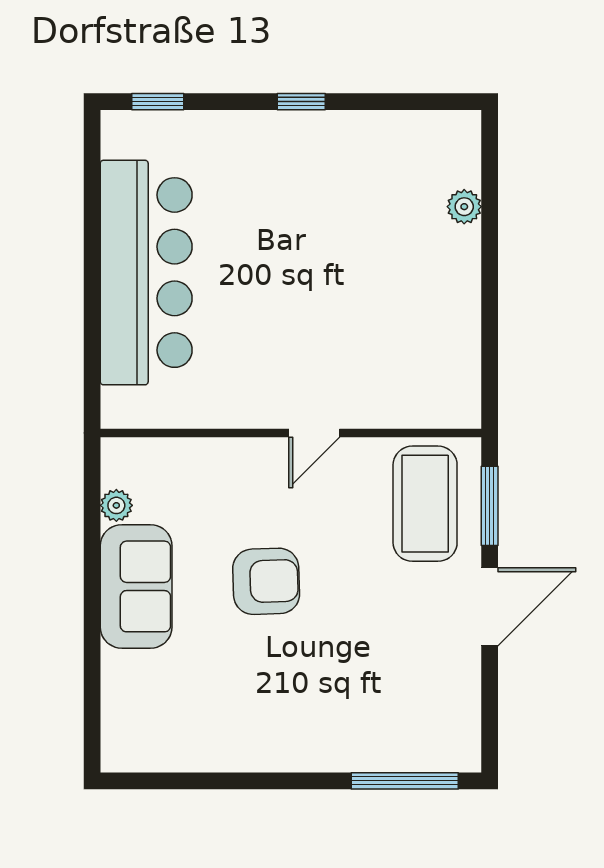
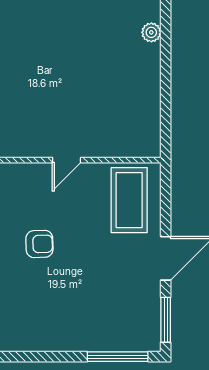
window: (490, 506) -> (166, 320), moved
armchair: (266, 581) -> (39, 244), width x0.72, depth x0.72

